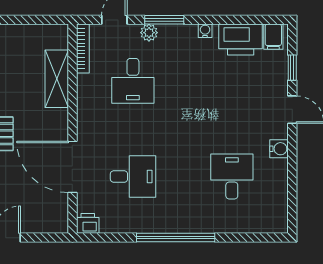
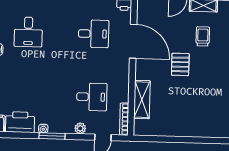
window: (164, 20) -> (52, 136), moved
desk: (133, 81) -> (92, 97), turned 90
desk: (133, 177) -> (94, 34), turned 180

